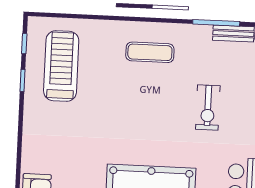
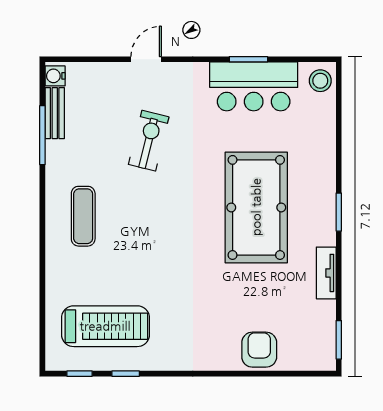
treadmill: (61, 66) -> (105, 326), turned 180
exercise bike: (208, 108) -> (149, 141), turned -76

